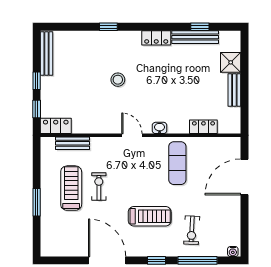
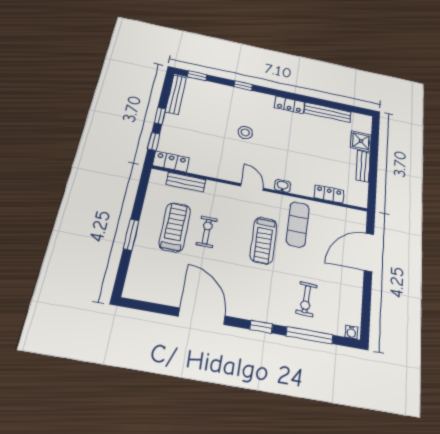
window: (200, 27) -> (197, 76), moved
treadmill: (150, 216) -> (264, 240), moved, turned 90

